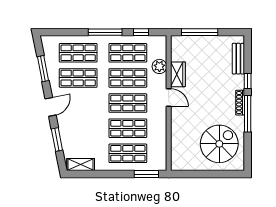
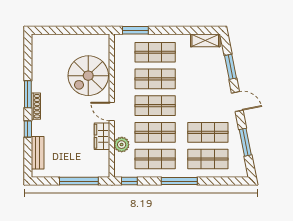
window: (141, 32) -> (129, 181), moved
door: (51, 107) -> (237, 102), swing flipped
window: (248, 114) -> (28, 94), width x0.69
spiral stairs: (219, 144) -> (88, 76), moved

